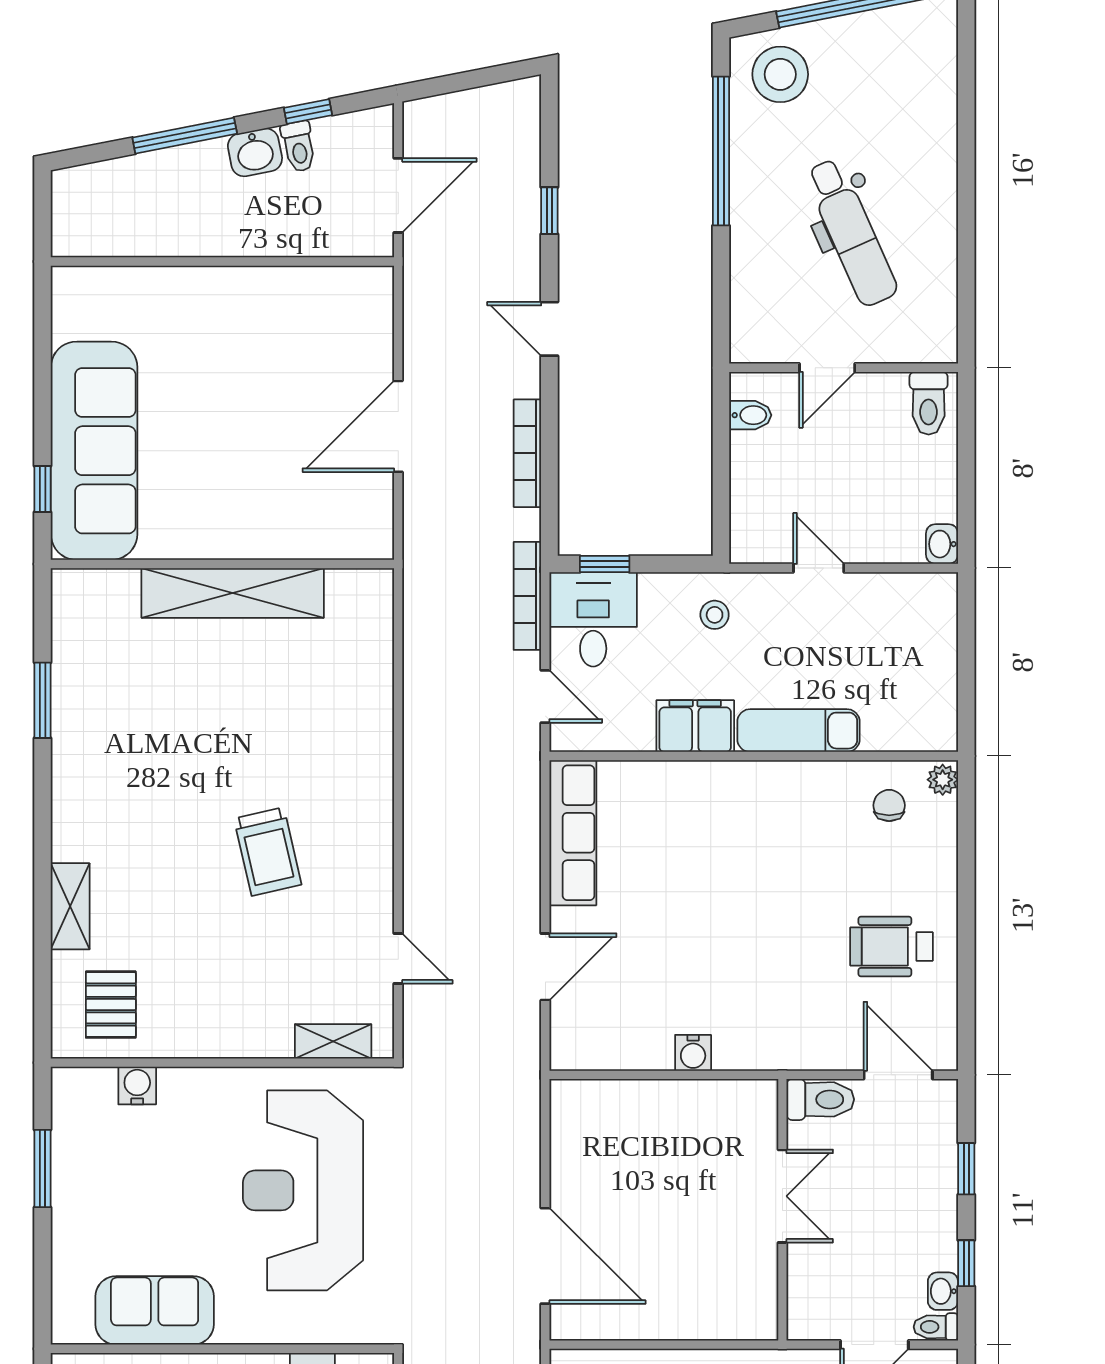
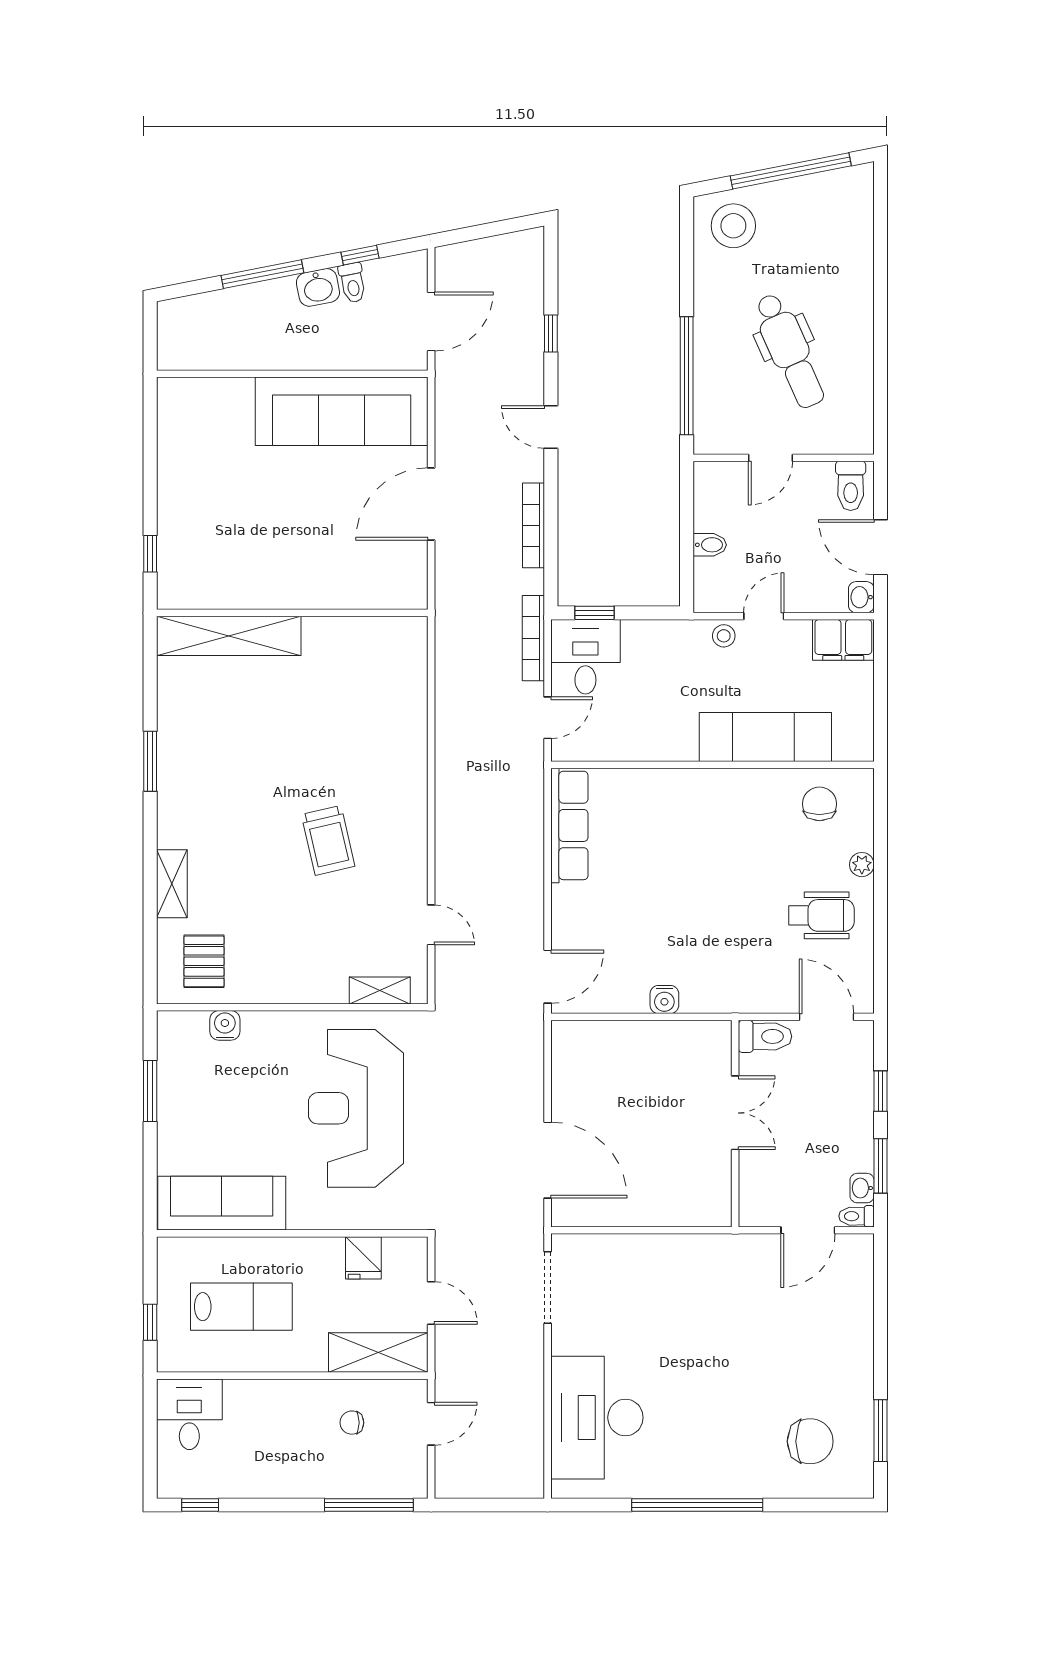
window: (721, 151) -> (687, 376), moved
bidet: (750, 415) -> (710, 545), moved
sofa: (94, 451) -> (342, 411), moved, turned 90
door: (966, 481) -> (880, 547), added
door: (819, 568) -> (764, 616), hinge flipped
shelving: (233, 593) -> (229, 636), moved
stool: (715, 615) -> (724, 636), moved
door: (545, 696) -> (548, 718), hinge flipped
window: (43, 700) -> (150, 761), moved
filing cabinet: (695, 726) -> (843, 640), moved, turned 180
exam couch: (798, 731) -> (765, 737), width x1.36, depth x1.45
plant: (943, 780) -> (862, 865), moved
chair: (889, 805) -> (819, 804), width x1.37, depth x1.37
wheelchair: (891, 946) -> (821, 915), turned 180
door: (545, 967) -> (548, 977), moved
window: (966, 1263) -> (880, 1166), width x1.50
sofa: (155, 1310) -> (222, 1203), width x1.36

